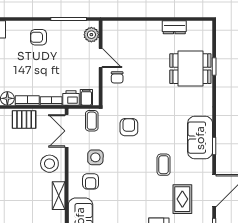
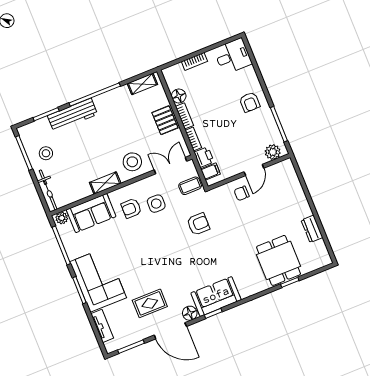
armchair: (38, 37) -> (250, 102), turned 180
coffee table: (164, 165) -> (176, 272), removed
floor lamp: (205, 167) -> (190, 313), added

